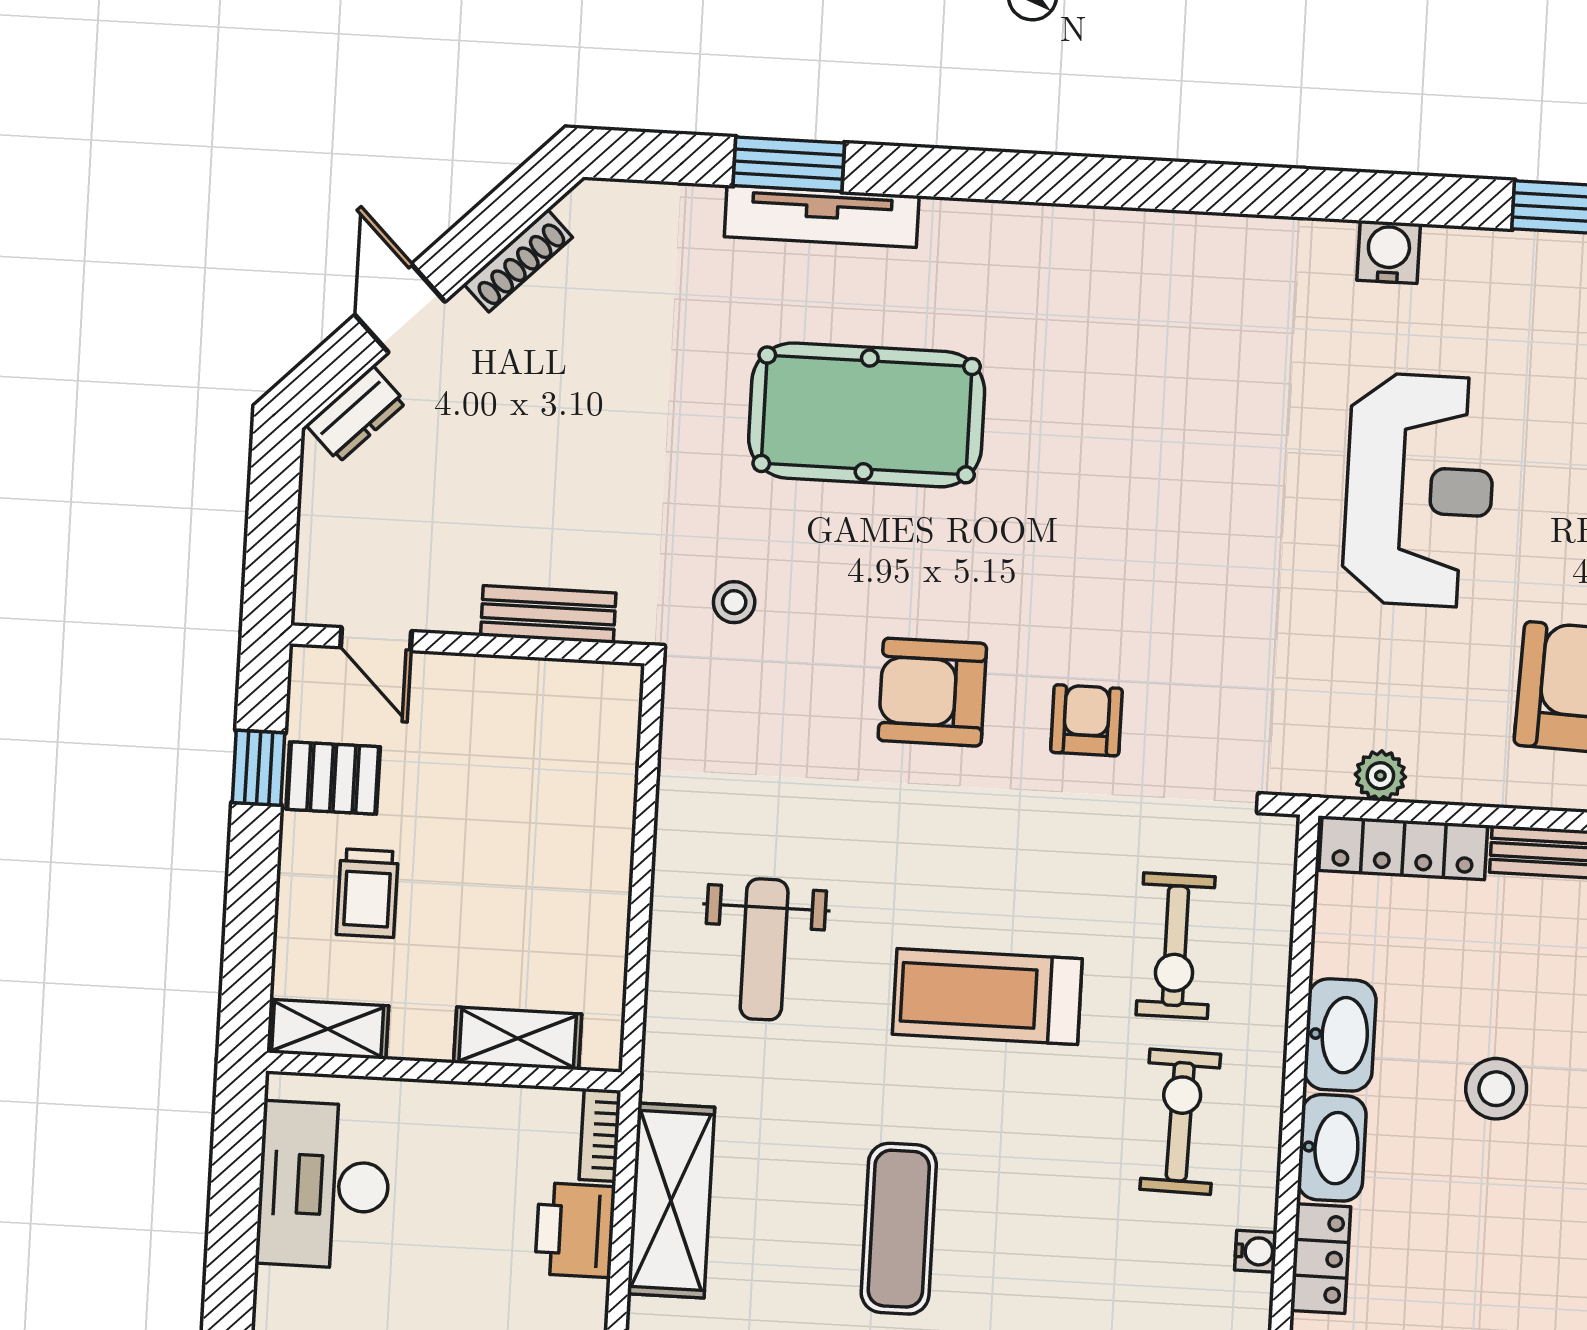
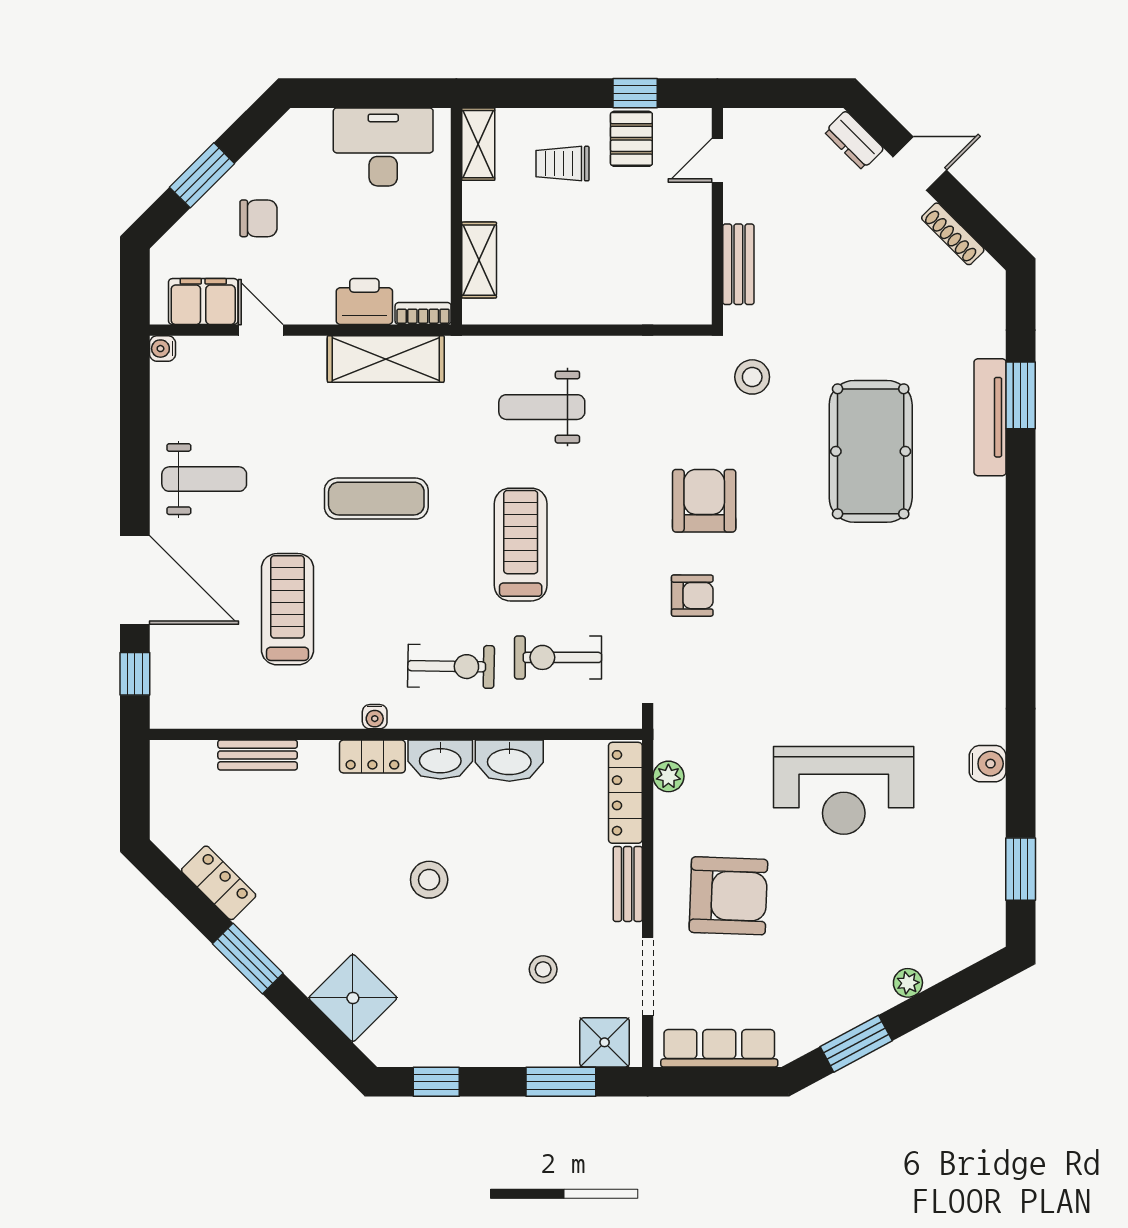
stool: (734, 602) -> (752, 377), width x1.37, depth x1.37
stool: (1496, 1089) -> (429, 880), moved

